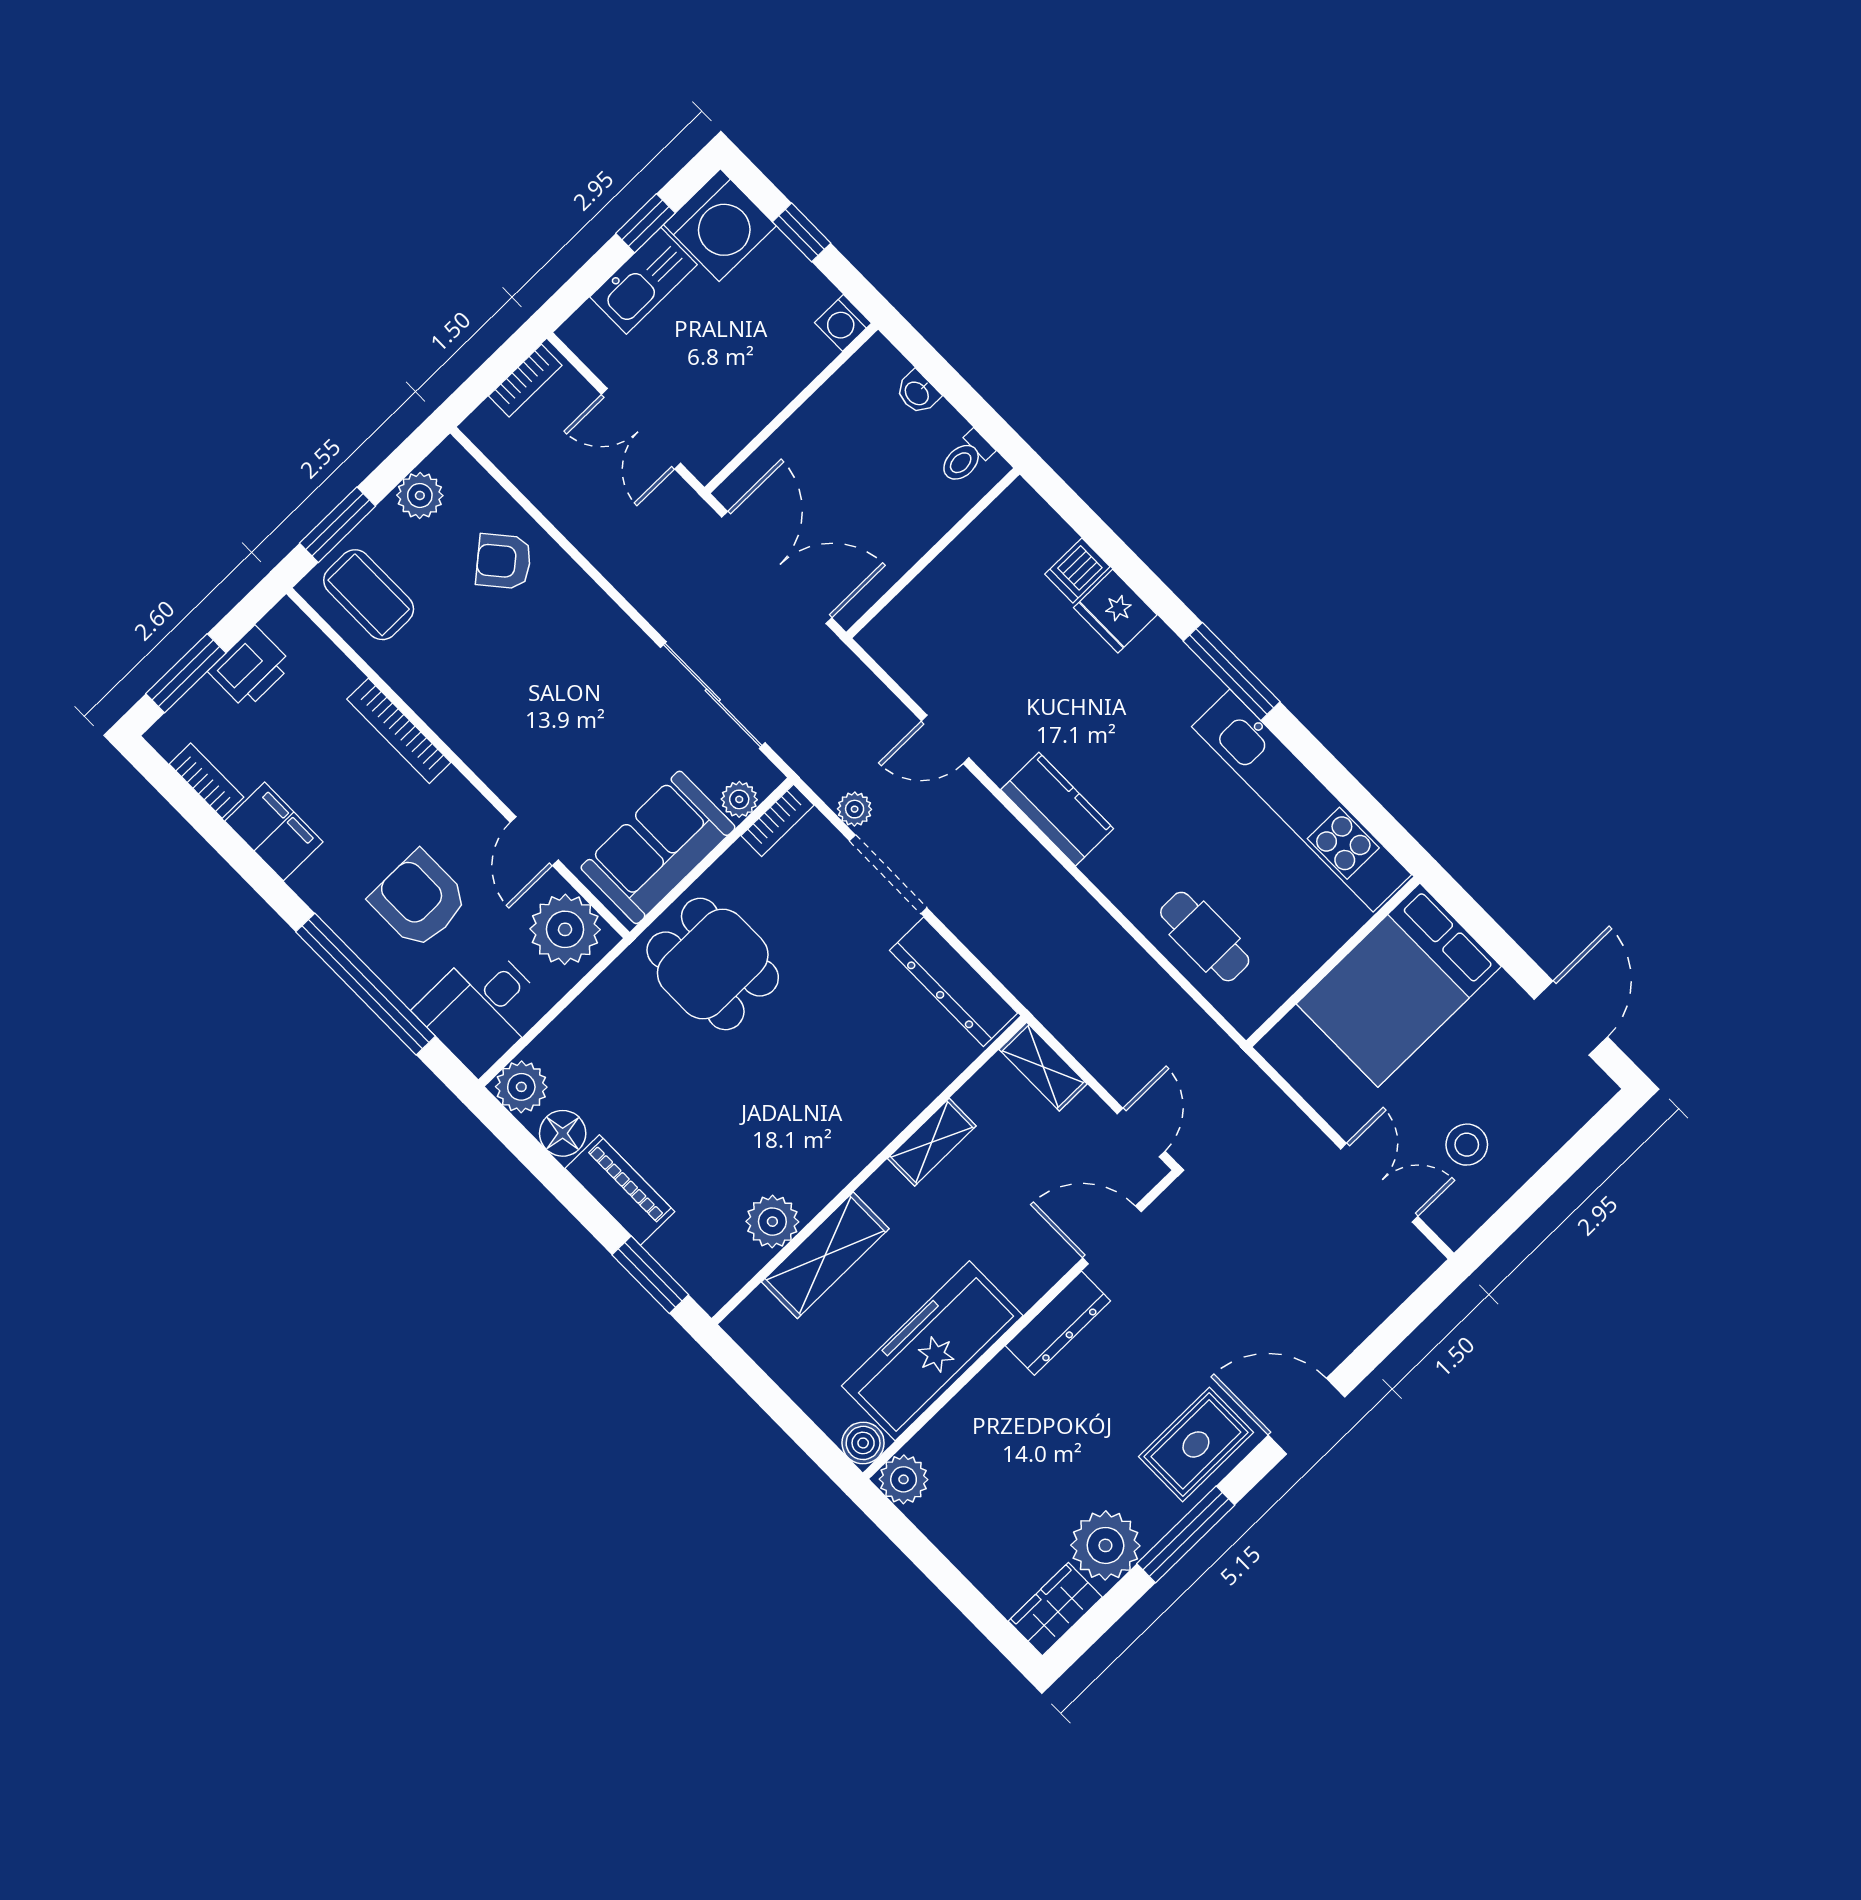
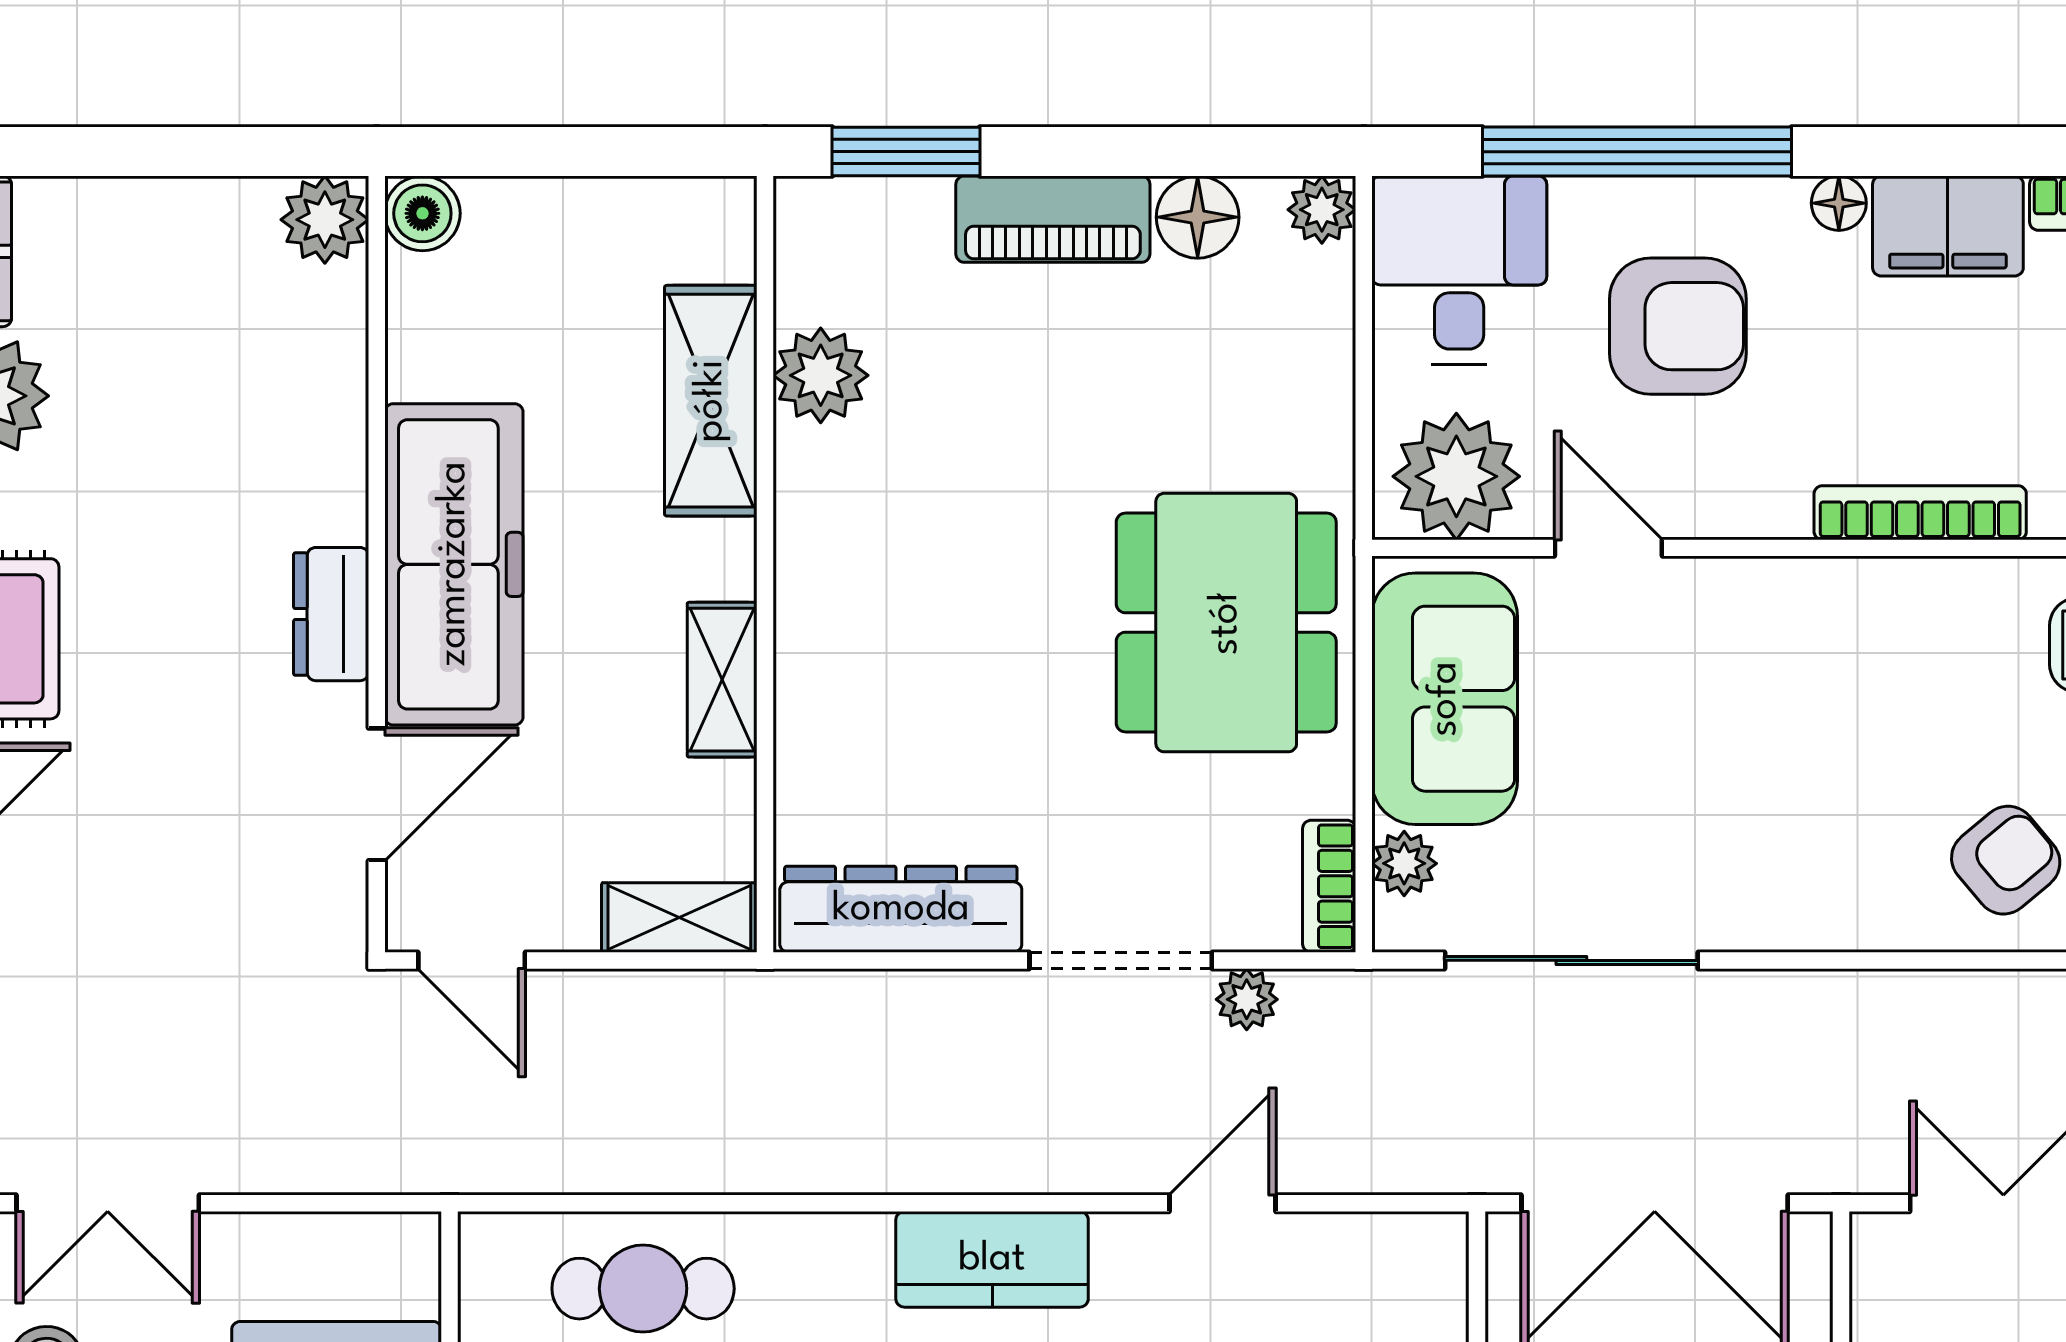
floor lamp: (307, 884) -> (1839, 203), added
dining table: (713, 964) -> (1226, 623), width x1.37
plant: (521, 1087) -> (1322, 210), width x0.73, depth x0.73
dresser: (1058, 1323) -> (331, 614), width x0.70
freezer: (932, 1351) -> (454, 564), moved

